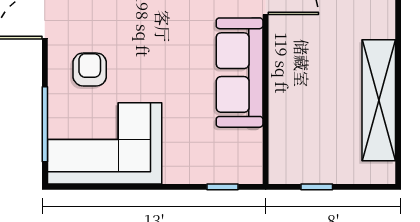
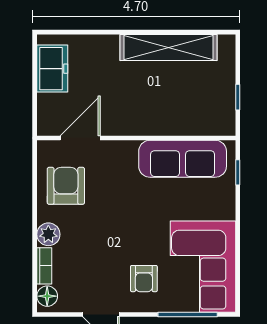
armchair: (90, 69) -> (144, 279), turned -90
sofa: (240, 73) -> (183, 159), moved

